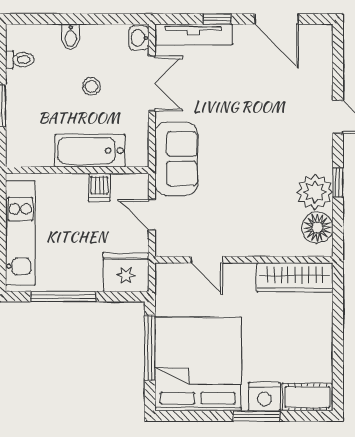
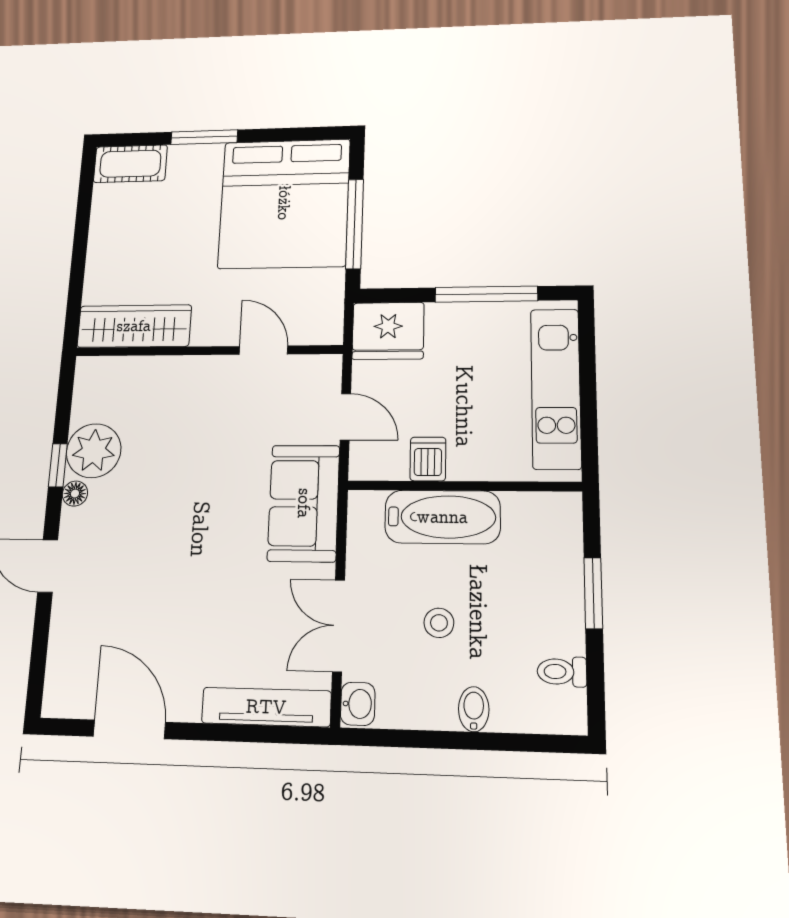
window: (217, 19) -> (226, 733), removed
floor lamp: (317, 228) -> (75, 494), moved, width x0.53, depth x0.53
nightstand: (264, 397) -> (191, 162), removed

